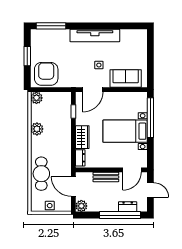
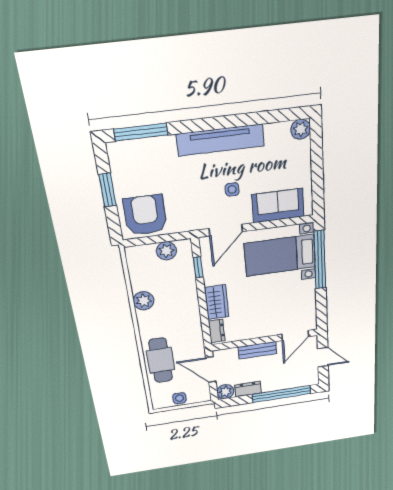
plant: (141, 35) -> (301, 129), added
plant: (36, 98) -> (166, 251), moved
bed with nightstands: (125, 131) -> (280, 255), moved
dresser: (128, 207) -> (248, 389), moved

